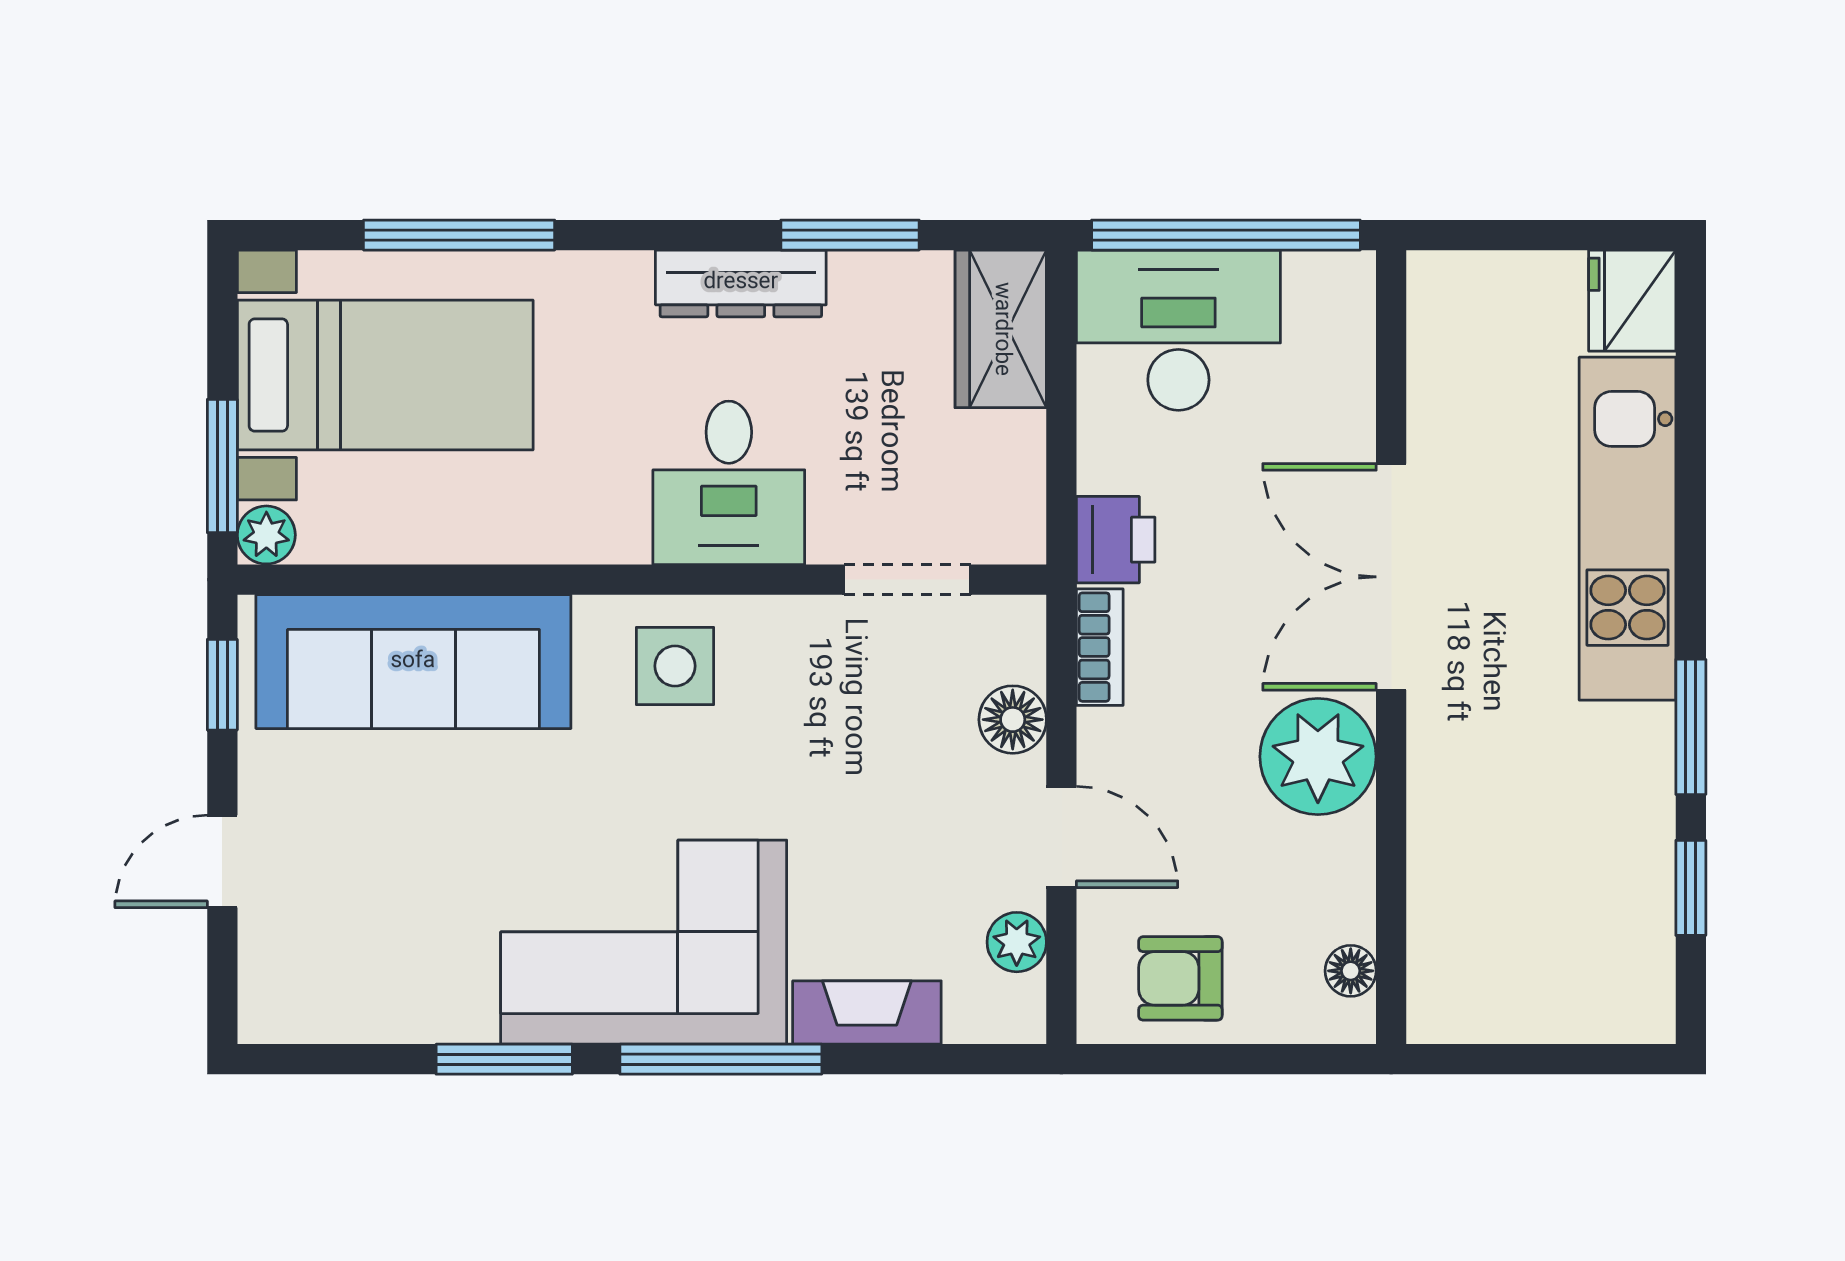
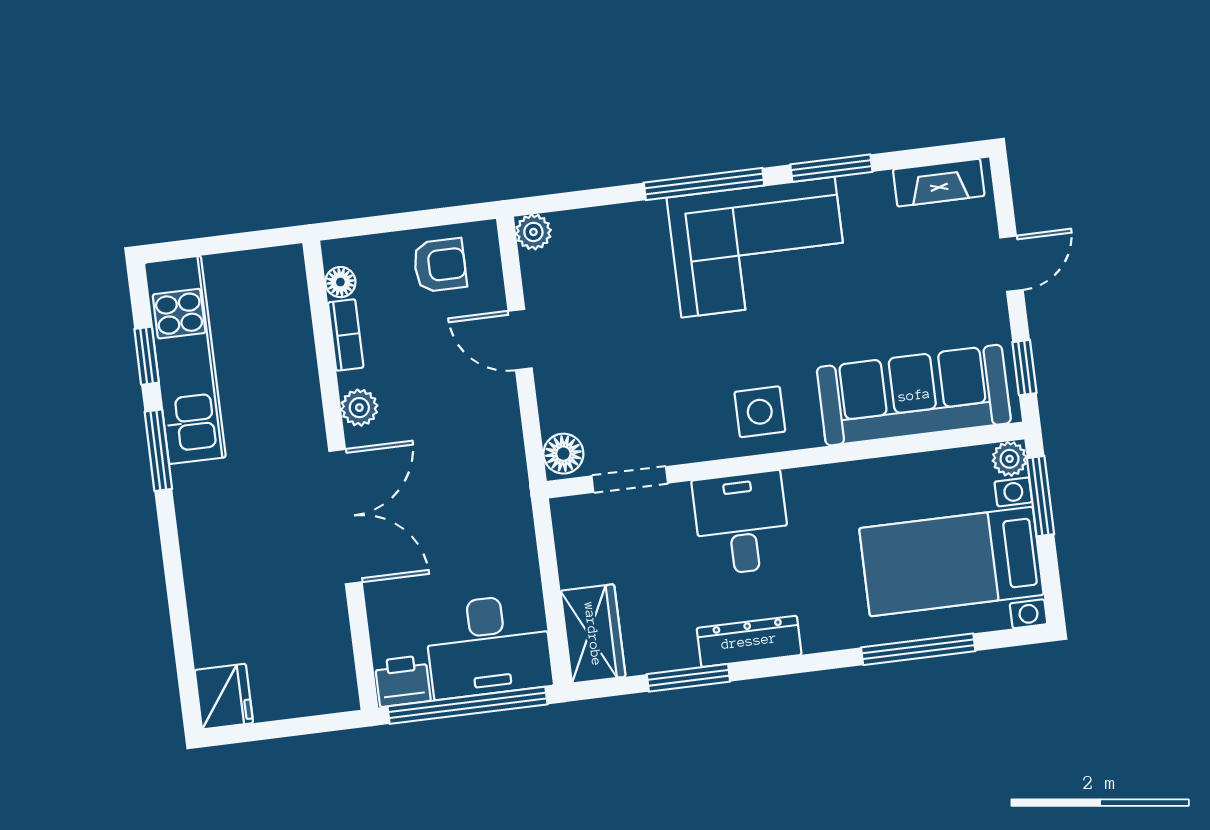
kitchen unit: (1628, 529) -> (185, 360), moved
printer: (1116, 540) -> (403, 681), moved, turned 90
bookcase: (1100, 647) -> (346, 335), moved, turned 180
floor lamp: (1013, 720) -> (563, 454), moved
plant: (1318, 757) -> (359, 408), width x0.53, depth x0.53
plant: (1017, 942) -> (533, 232), moved
fireplace: (867, 1013) -> (939, 183), moved

